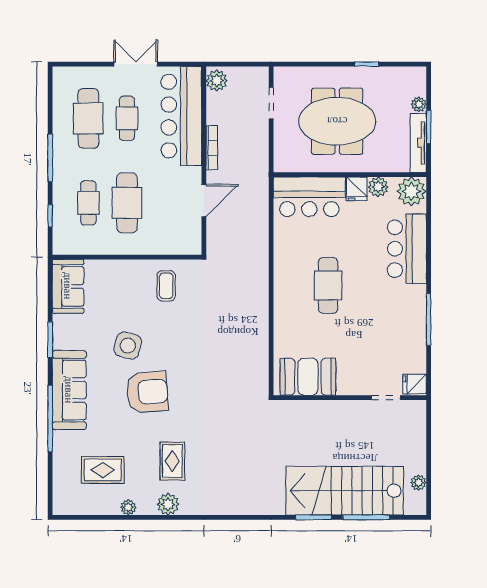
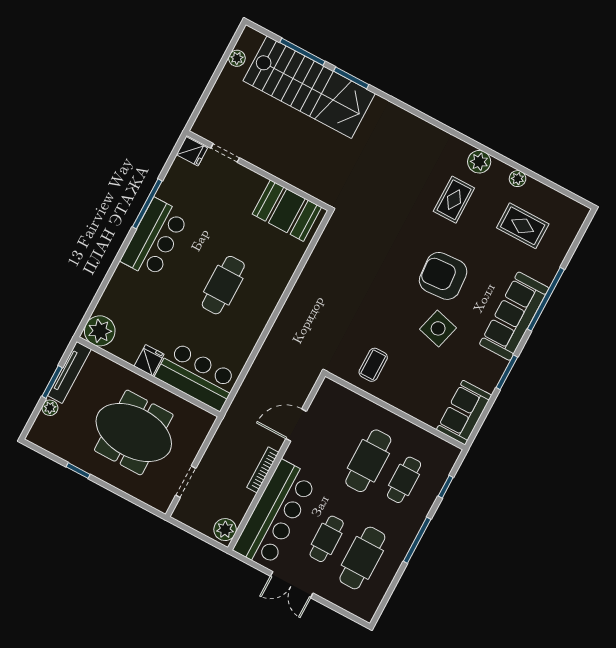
plant: (378, 187) -> (128, 352), removed
bar counter: (407, 249) -> (155, 238), moved

